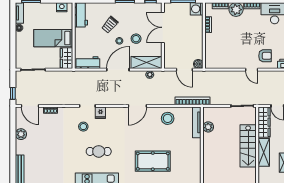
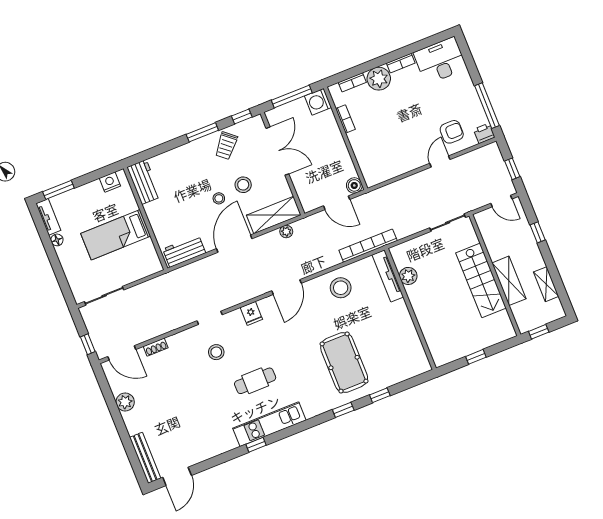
trolley: (110, 25) -> (226, 146), moved
double door: (163, 27) -> (277, 151), swing flipped
wardrobe: (66, 58) -> (148, 257), removed
door: (252, 70) -> (440, 161), swing flipped
fridge: (100, 113) -> (251, 313), moved
wardrobe: (264, 122) -> (491, 234), removed
pool table: (153, 161) -> (344, 363), turned 90

